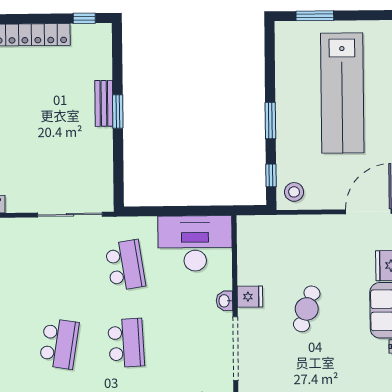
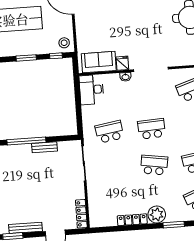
bench: (104, 103) -> (44, 147), moved
window: (118, 111) -> (26, 141), width x2.11
desk: (195, 243) -> (91, 90), width x0.73, depth x0.77
sofa: (255, 253) -> (99, 62), added
cafe table: (307, 309) -> (127, 32), removed

